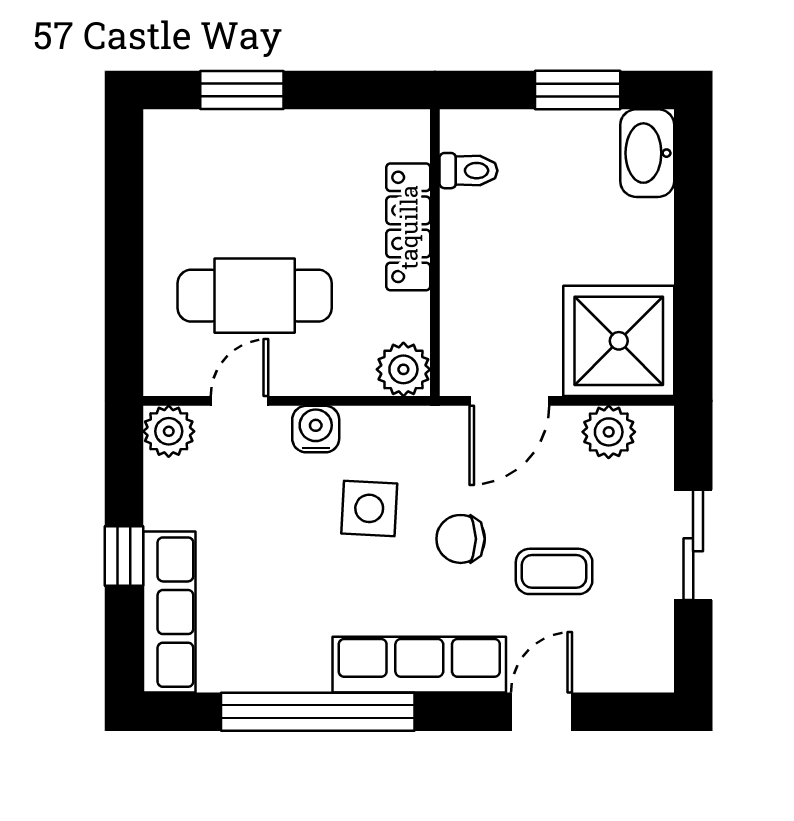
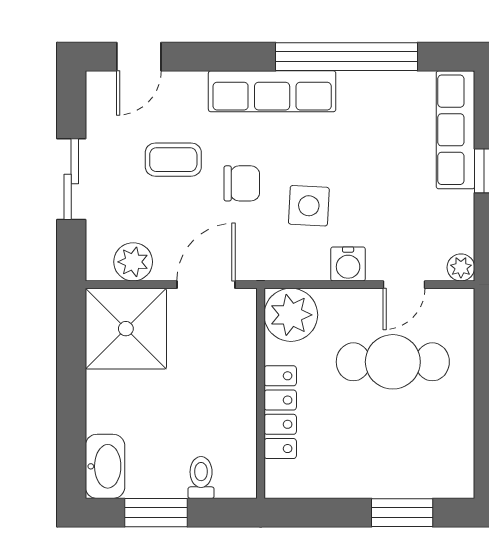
toilet: (468, 171) -> (201, 477), moved, turned 90
plant: (403, 369) -> (291, 315), width x1.36, depth x1.36
plant: (169, 431) -> (461, 267), width x0.73, depth x0.73
door: (542, 712) -> (139, 57), moved

